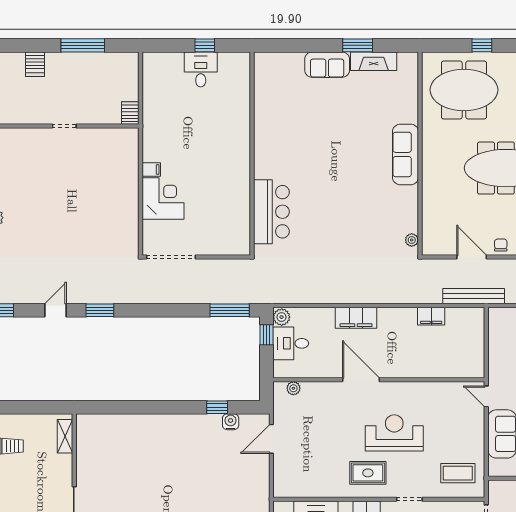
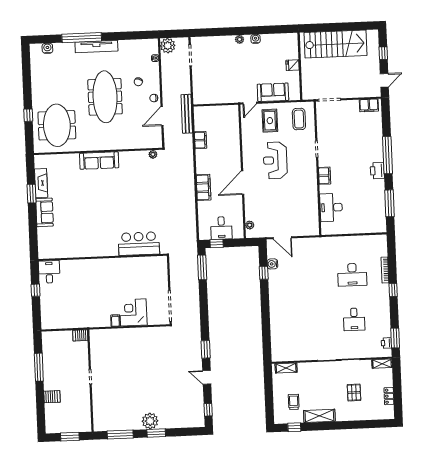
desk: (201, 69) -> (49, 272), moved, turned 90
plant: (282, 317) -> (205, 234), removed
rug: (368, 473) -> (270, 121), moved

